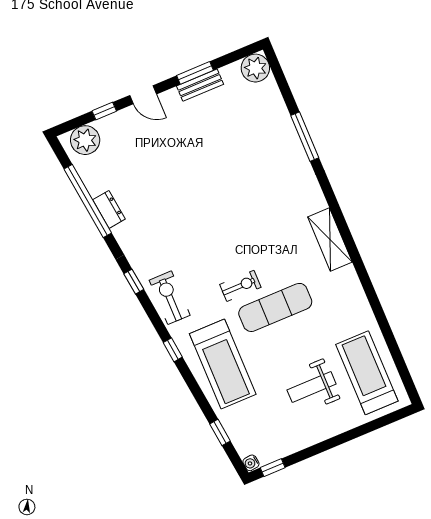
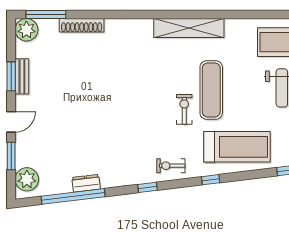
window: (104, 111) -> (11, 156), width x1.50
shoe rack: (287, 129) -> (82, 25), added
window: (305, 137) -> (46, 14), moved
shelving: (330, 240) -> (189, 28), width x1.47
exercise bike: (170, 298) -> (171, 166), width x0.73, depth x0.72

